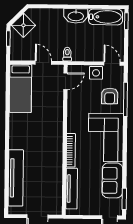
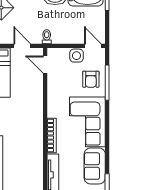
door: (65, 81) -> (45, 65), swing flipped

